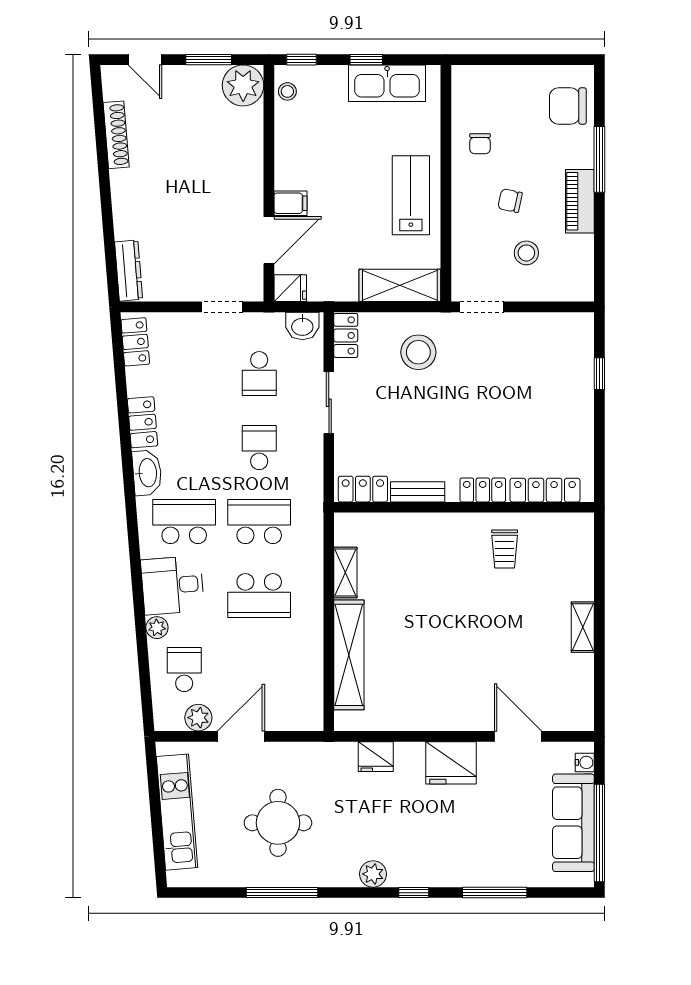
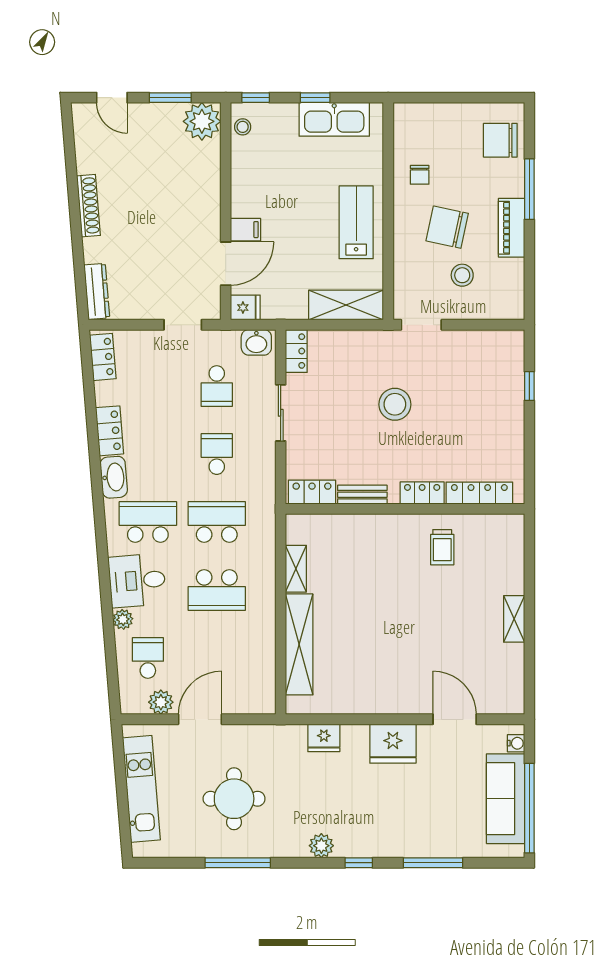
shoe rack: (116, 135) -> (89, 206), moved
chair: (510, 201) -> (447, 227), width x1.87, depth x1.87
stool: (418, 352) -> (395, 404), moved

